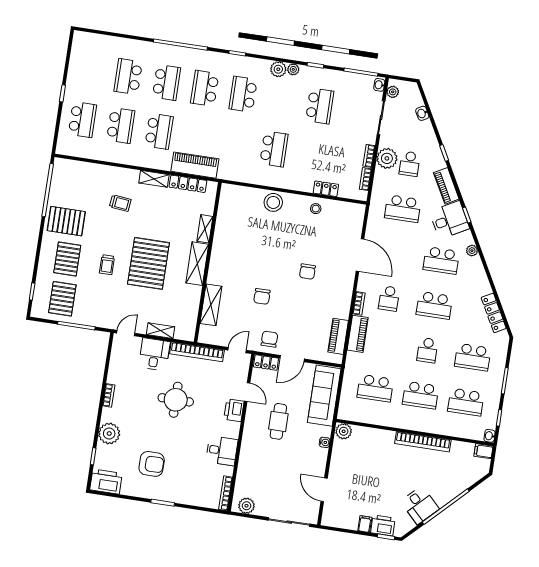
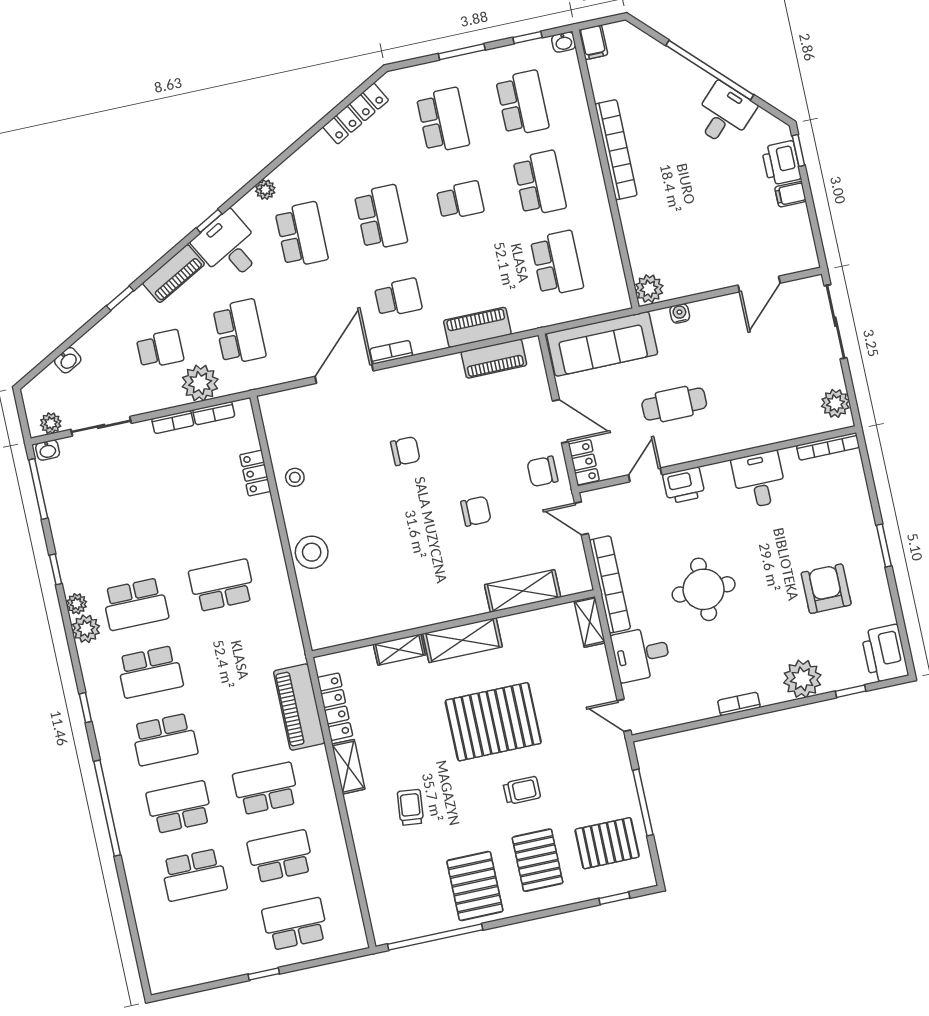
school desk: (320, 106) -> (135, 604), moved, turned 180
plant: (387, 158) -> (200, 383), moved
pallet: (67, 259) -> (538, 860), turned 90
bookcase: (359, 303) -> (391, 352), moved
shelving: (160, 331) -> (590, 622), moved

